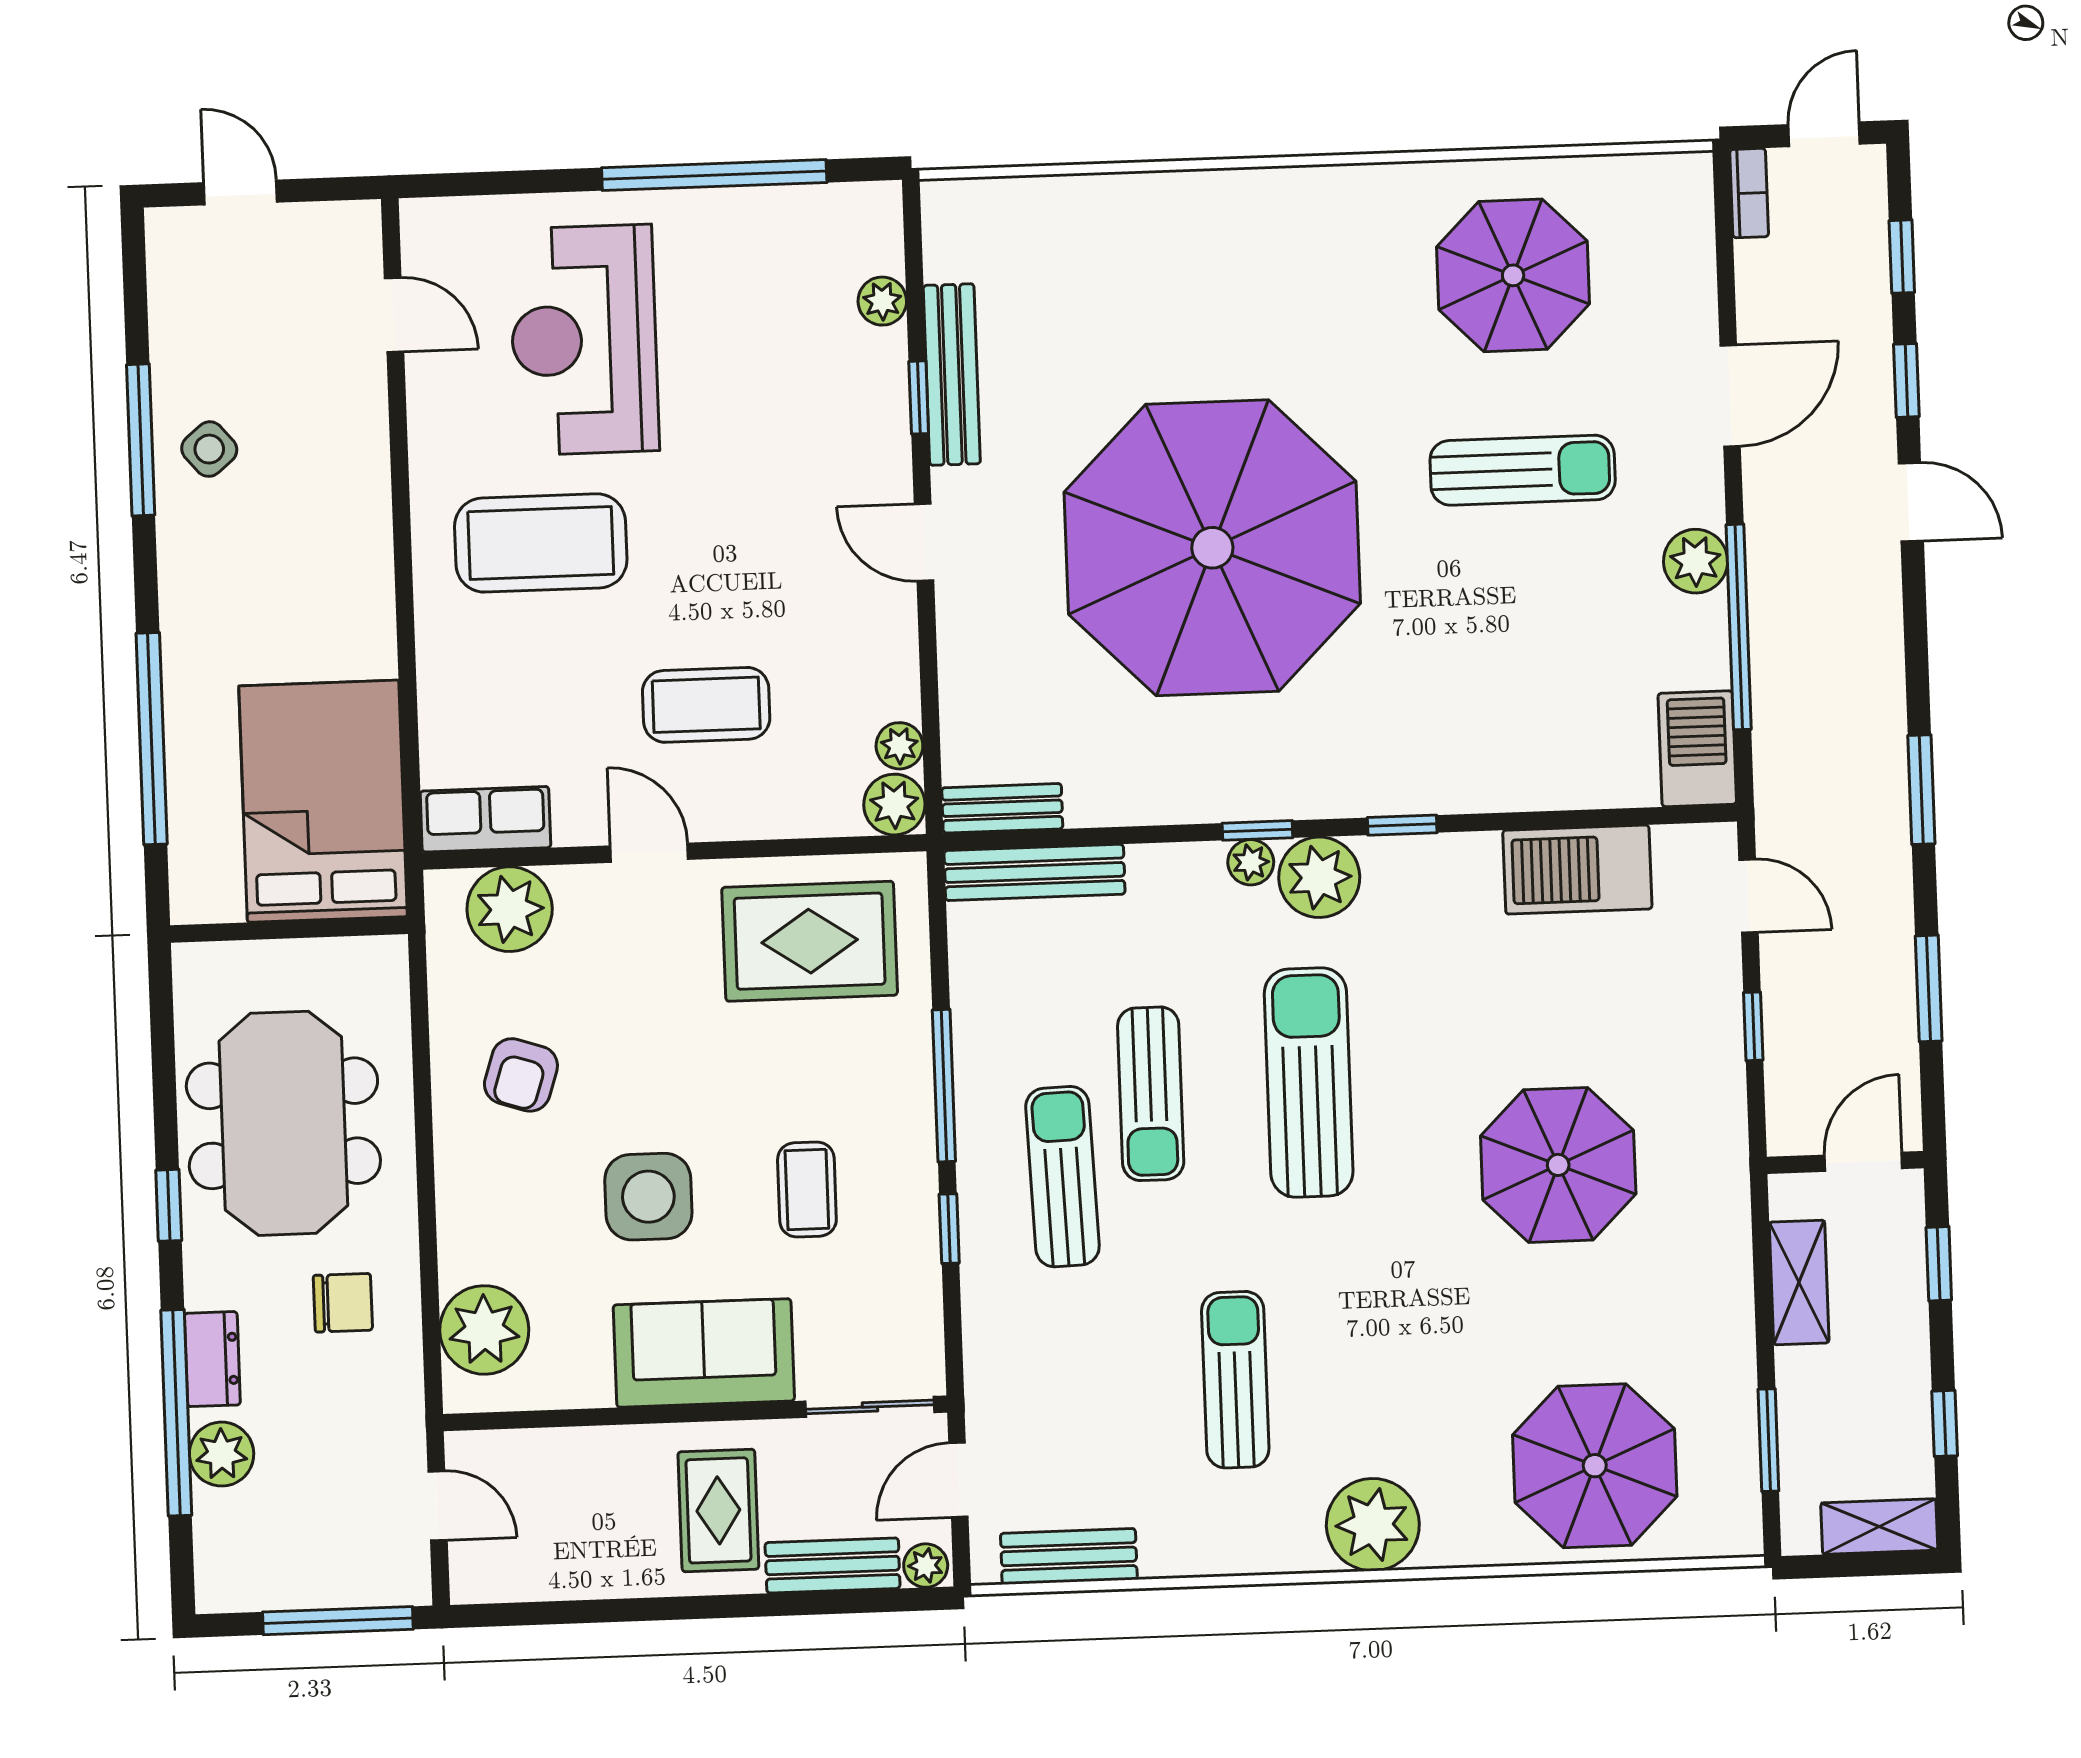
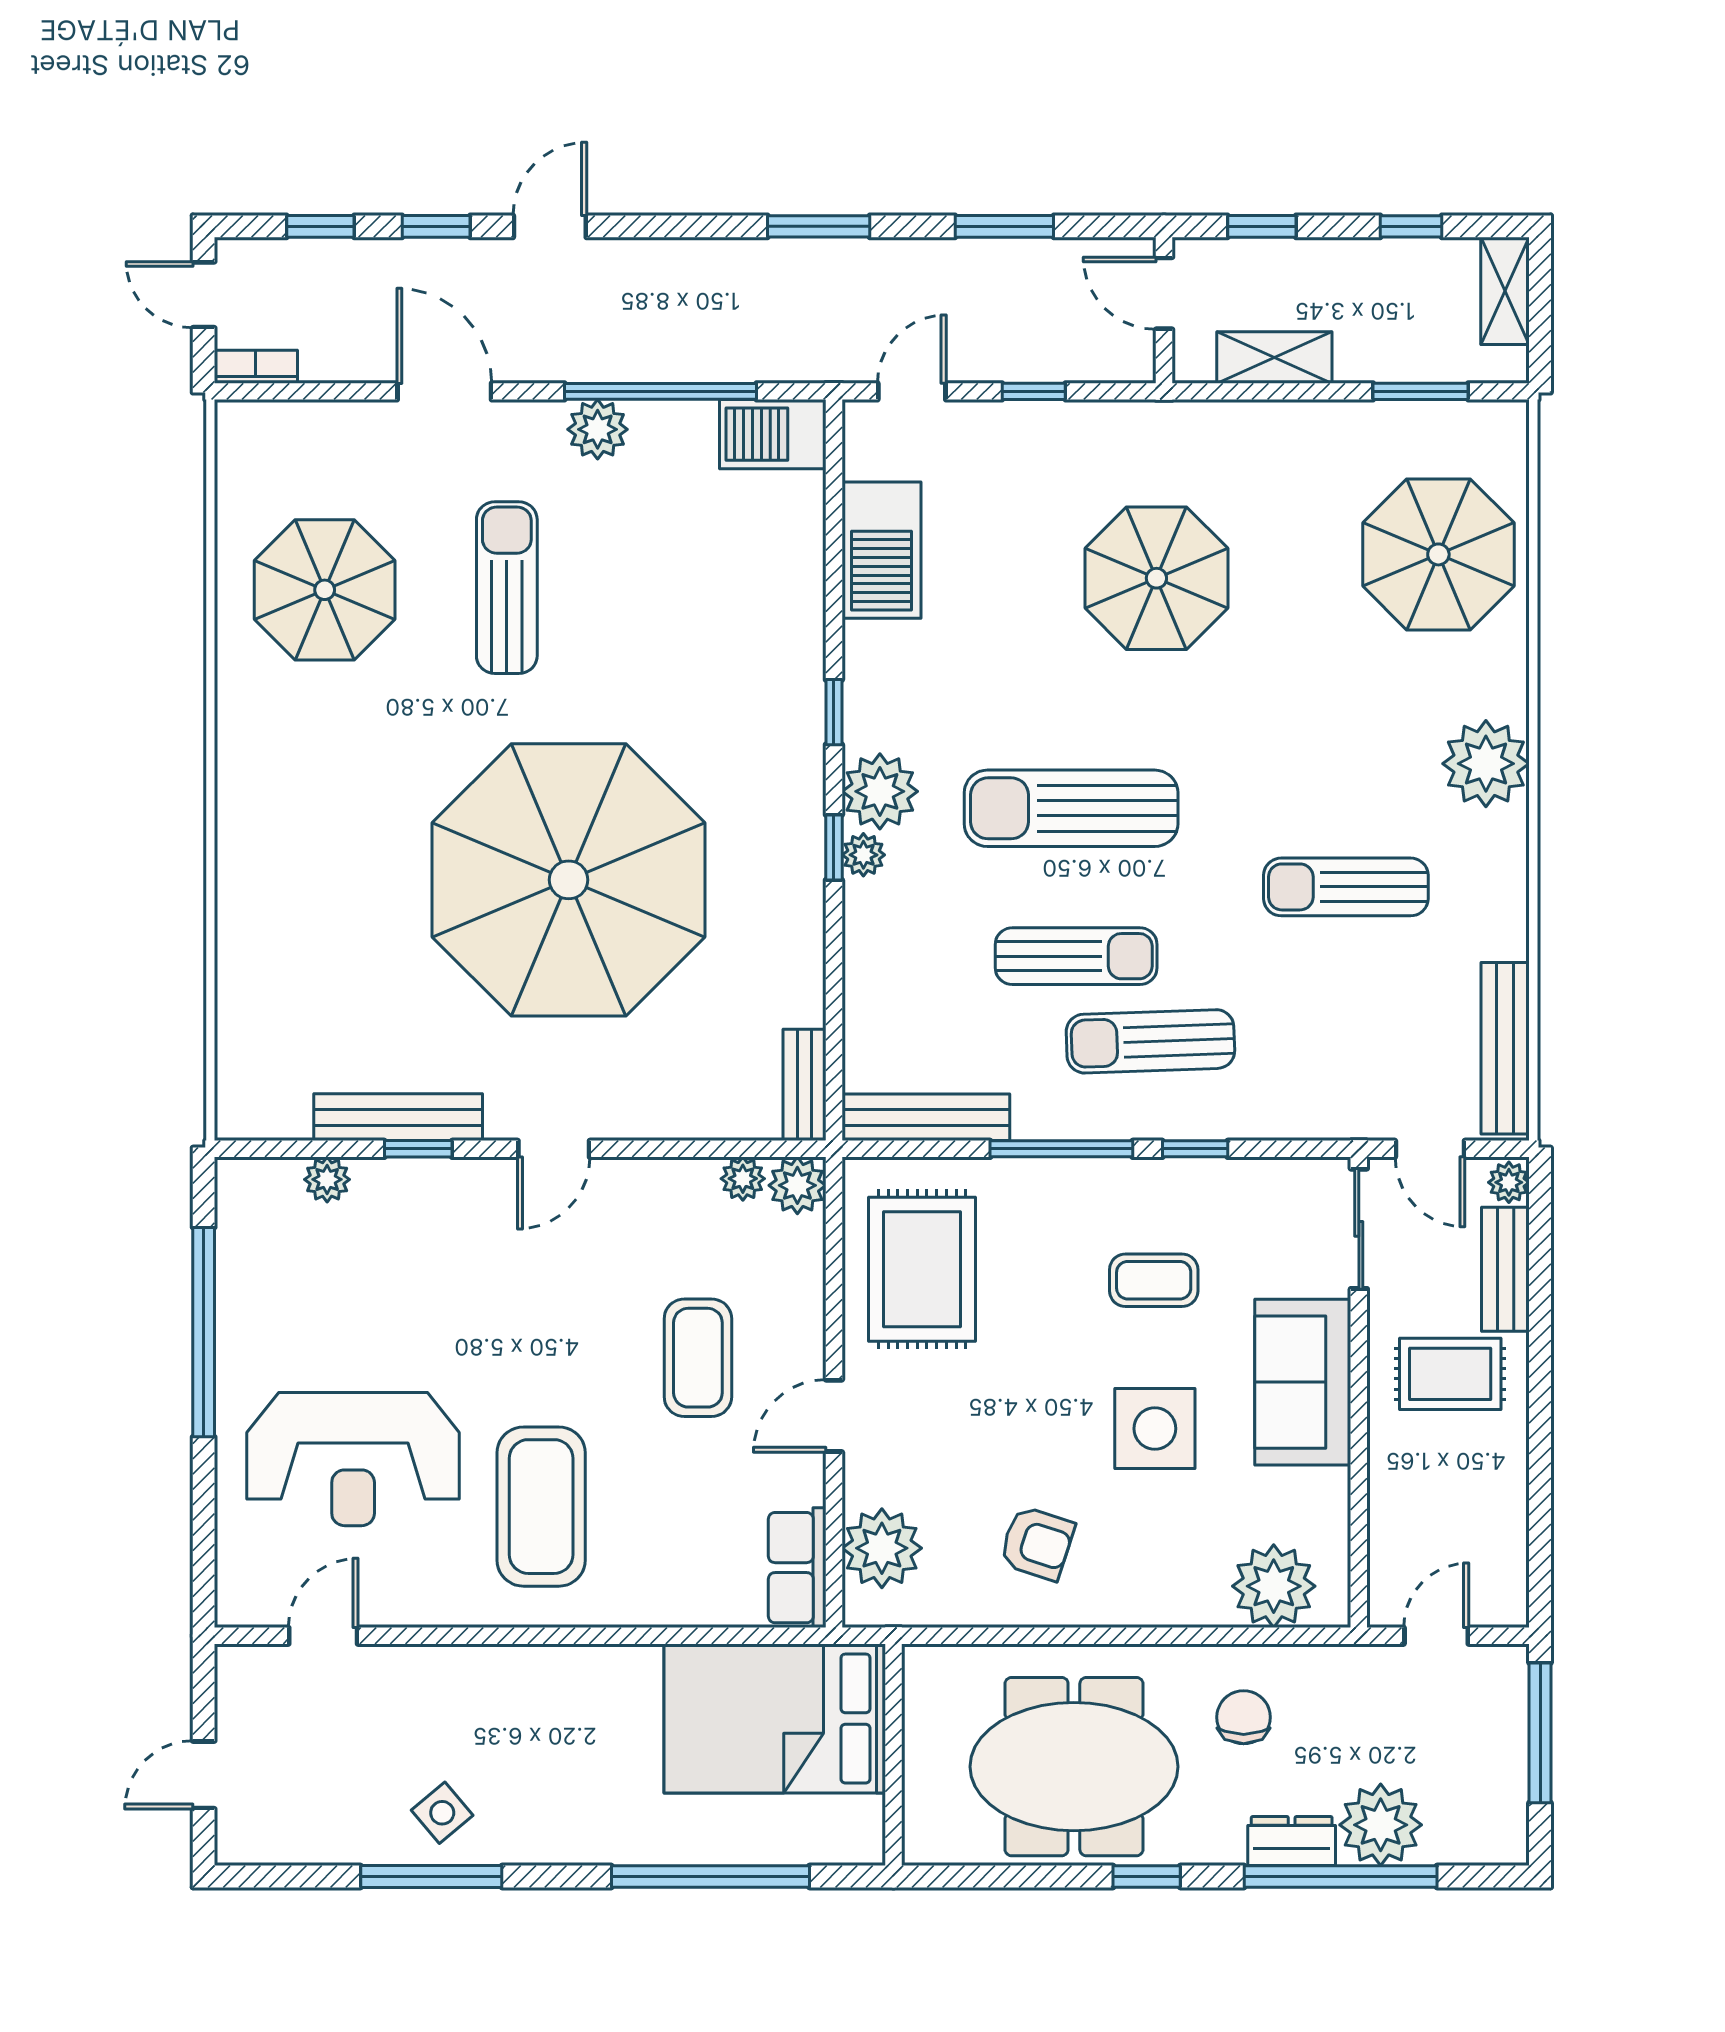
bench: (1035, 872) -> (926, 1117), moved, turned 90
plant: (222, 1454) -> (1381, 1825), width x1.36, depth x1.36
bench: (1069, 1556) -> (1505, 1048), width x1.36

